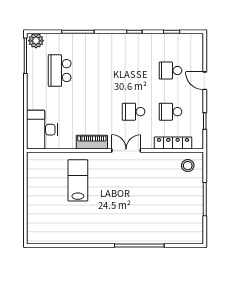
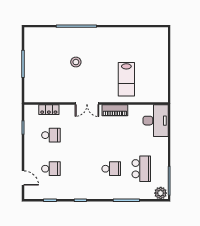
door: (205, 81) -> (23, 178), moved
school desk: (134, 112) -> (111, 169), moved
locker: (173, 143) -> (49, 110), width x0.66
stool: (188, 166) -> (76, 62), moved

